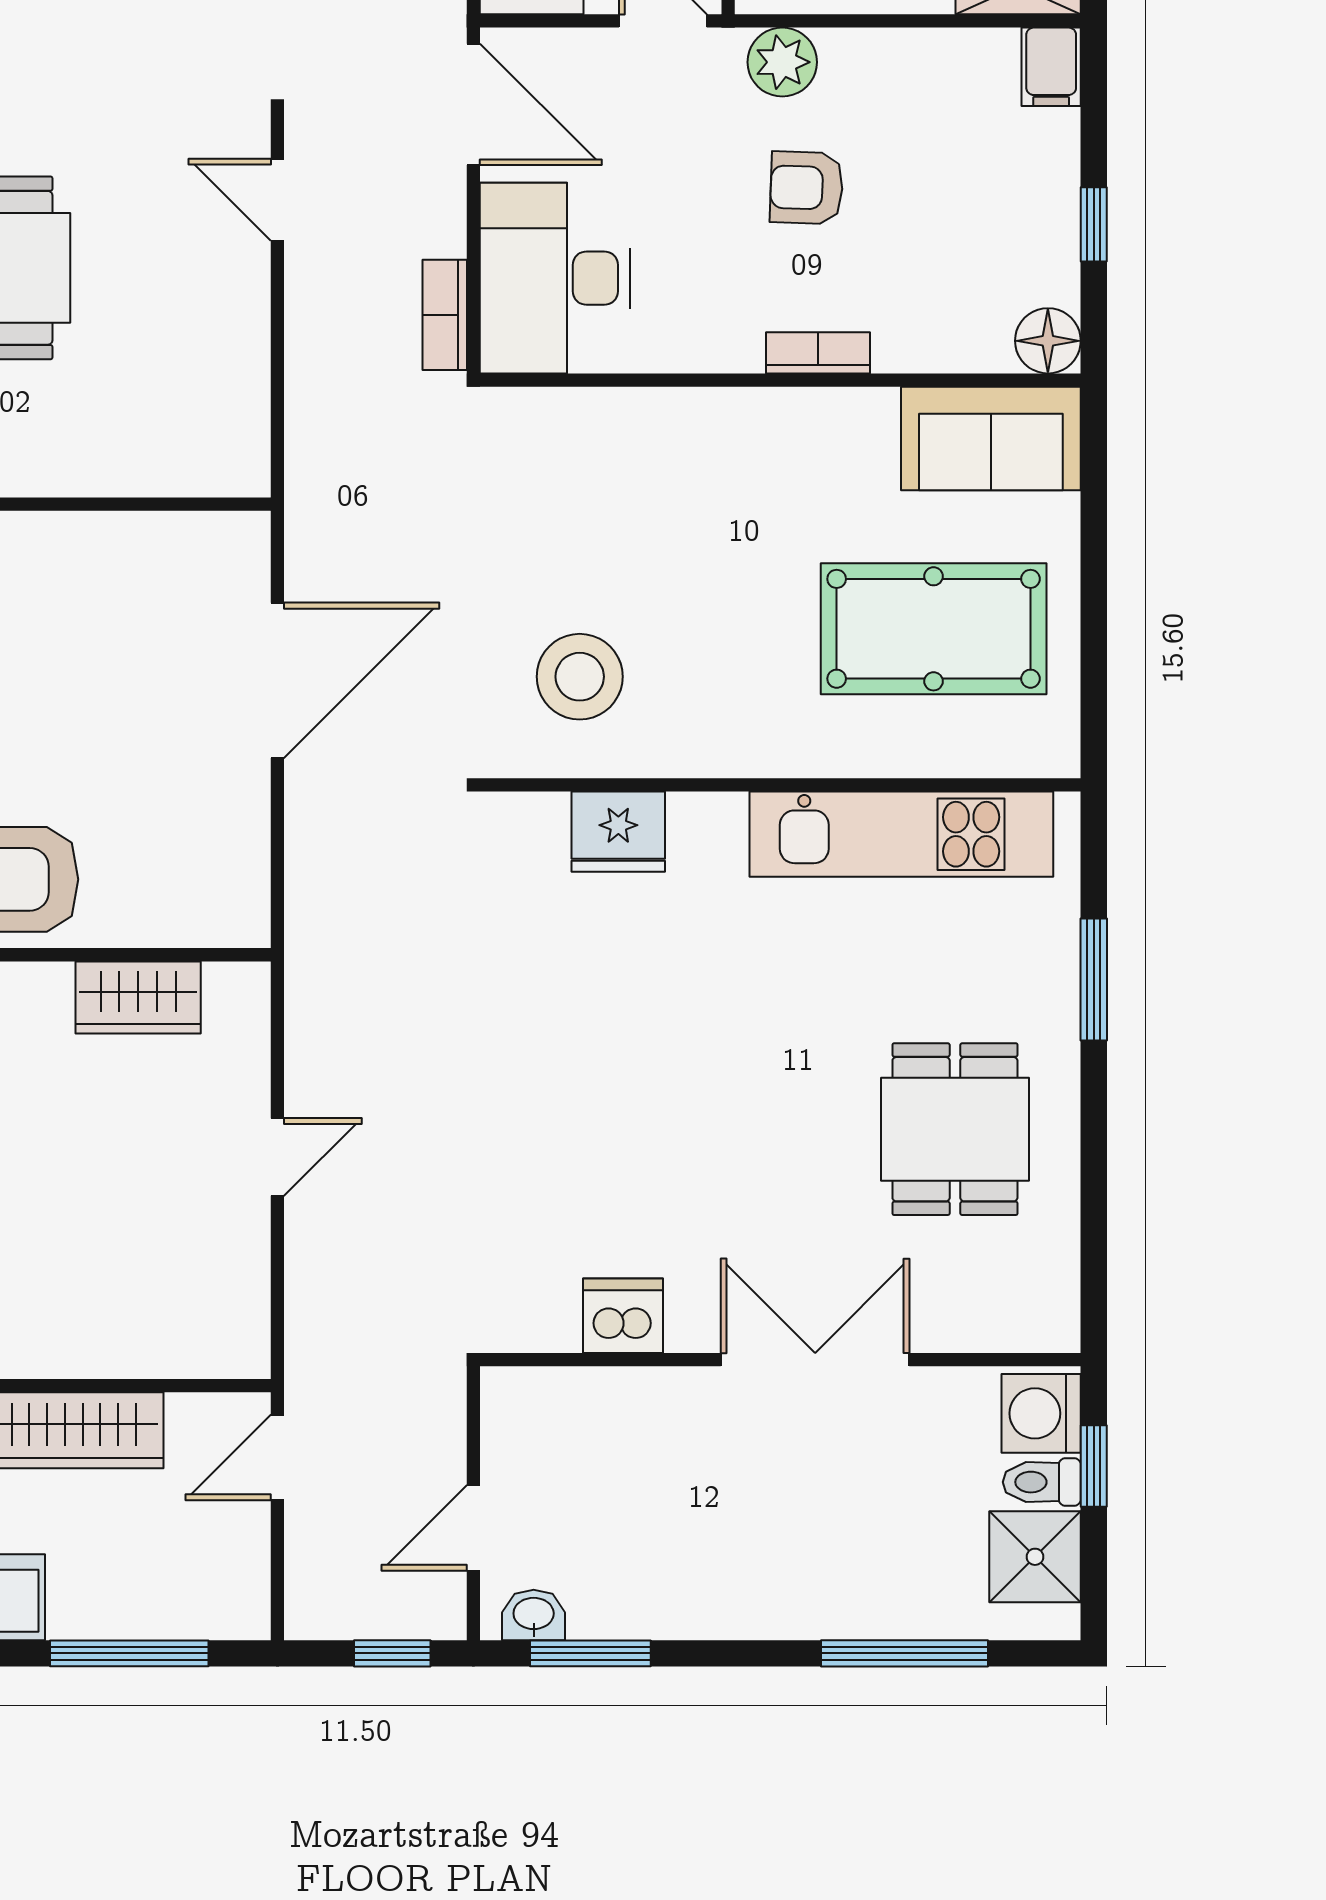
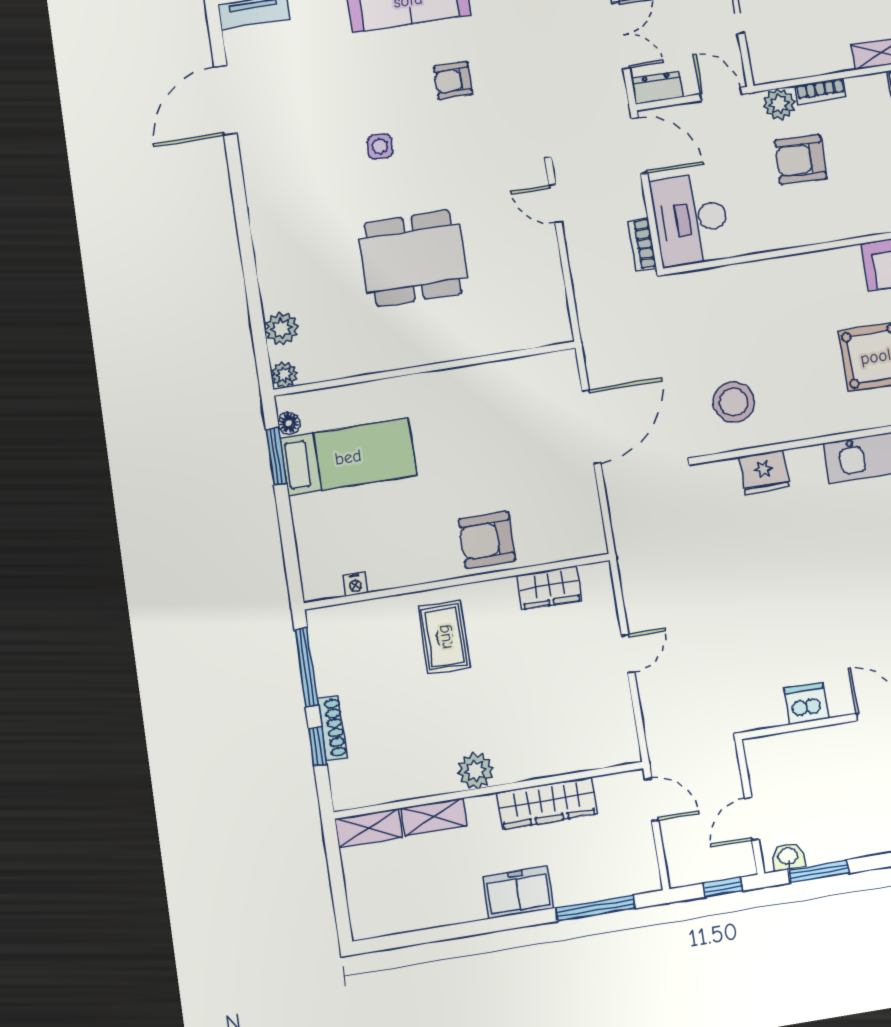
armchair: (807, 188) -> (800, 159), width x1.38, depth x1.38
bookcase: (818, 353) -> (820, 91), moved, turned 180
door: (277, 1457) -> (652, 800), swing flipped

